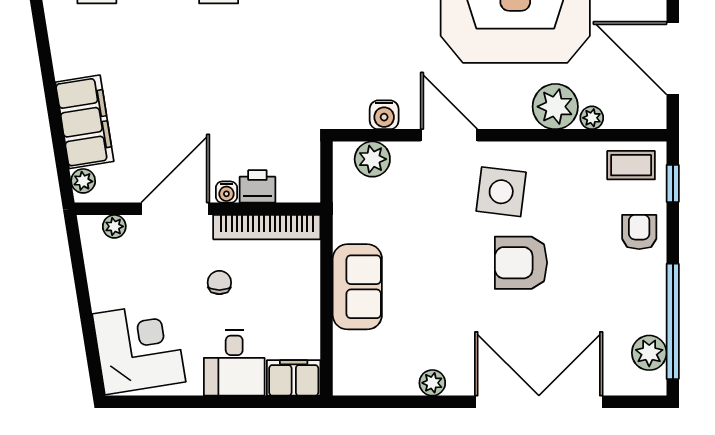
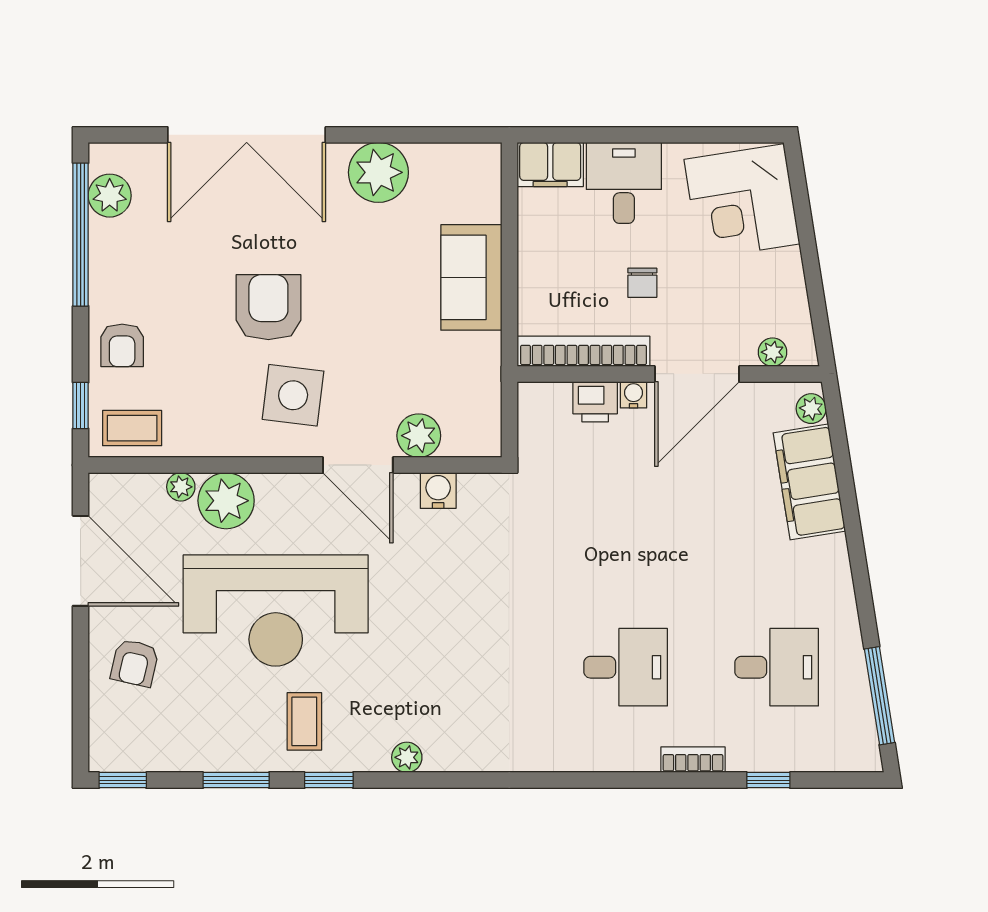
plant: (372, 159) -> (419, 436), moved
armchair: (521, 263) -> (268, 307), turned -90
plant: (432, 383) -> (378, 172), width x1.87, depth x1.87

